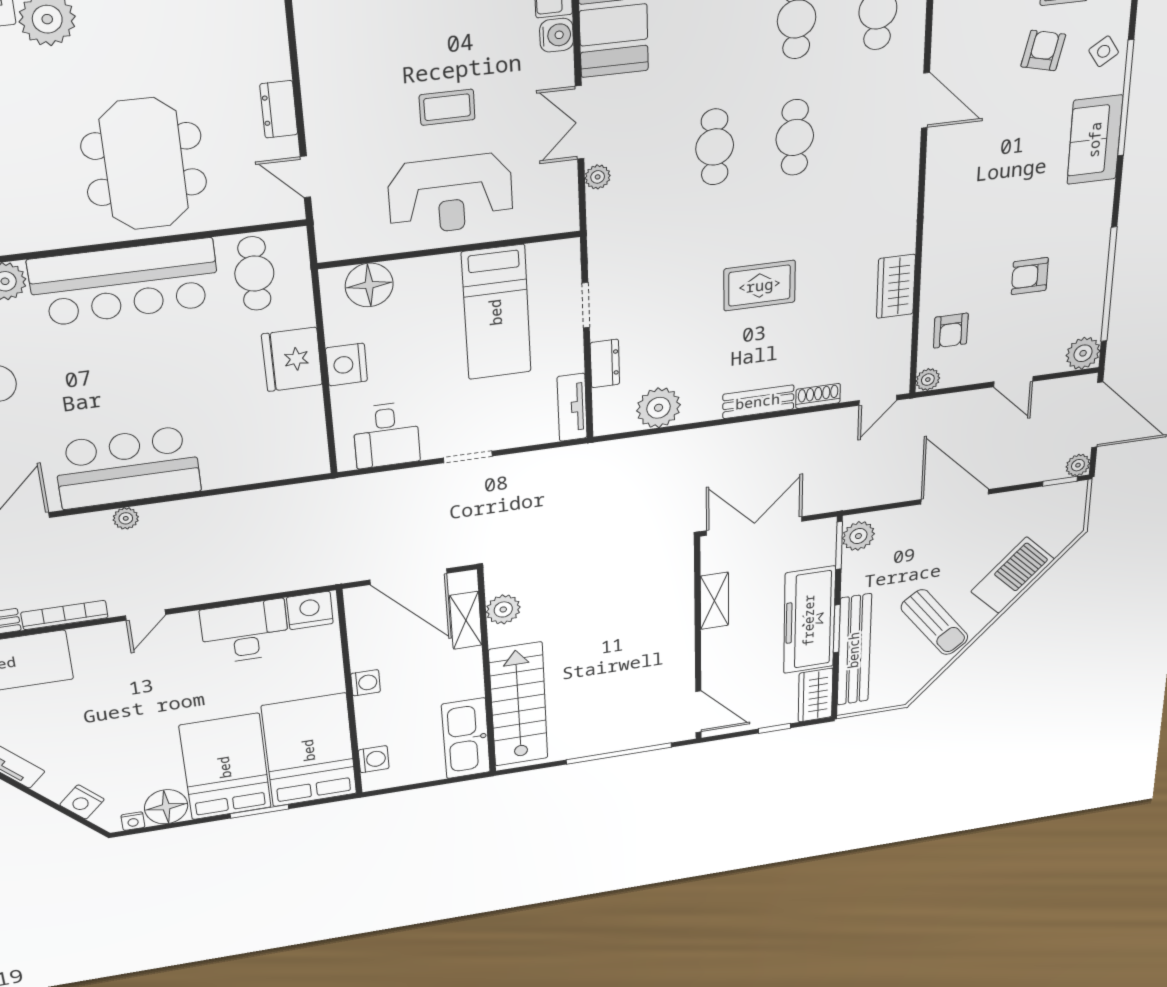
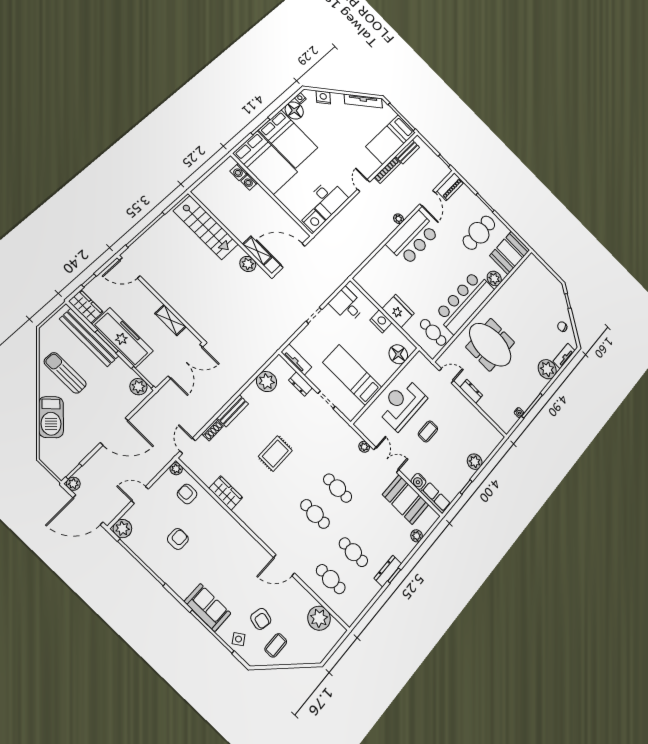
sun lounger: (935, 622) -> (65, 373), turned 37
washing machine: (366, 683) -> (249, 182), moved
kitchen sink: (466, 738) -> (213, 201), removed

